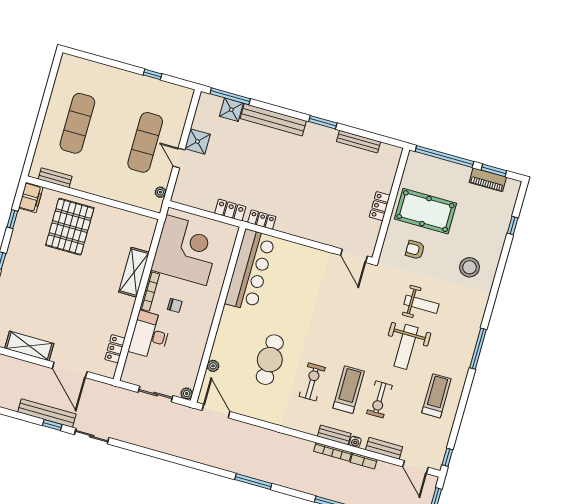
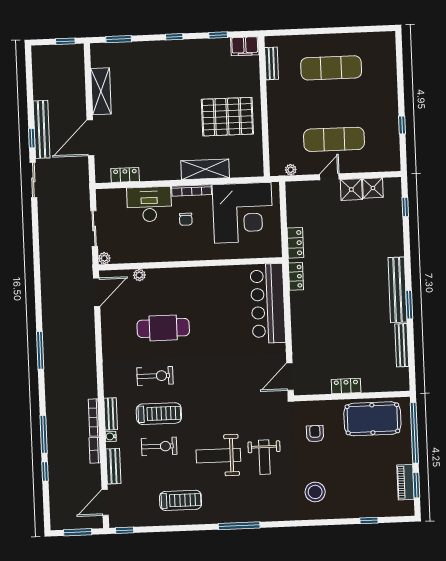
window: (230, 96) -> (405, 207), width x0.46
shower: (231, 110) -> (373, 188), moved
bench: (273, 120) -> (397, 290), moved
pool table: (425, 211) -> (372, 419), moved, turned 90
pallet: (70, 227) -> (227, 117), moved
bar counter: (250, 270) -> (268, 303), moved, turned 90
exercise bike: (379, 399) -> (159, 446), turned 180

